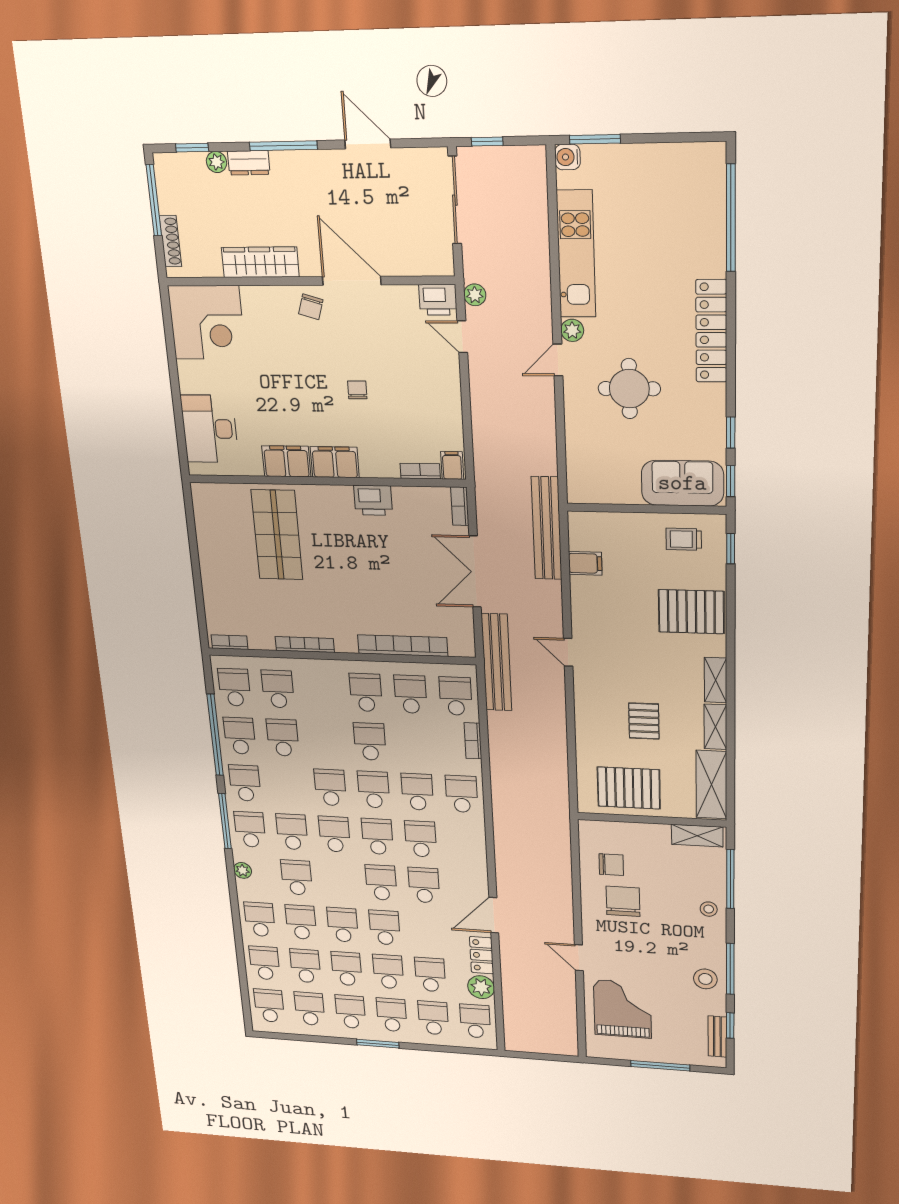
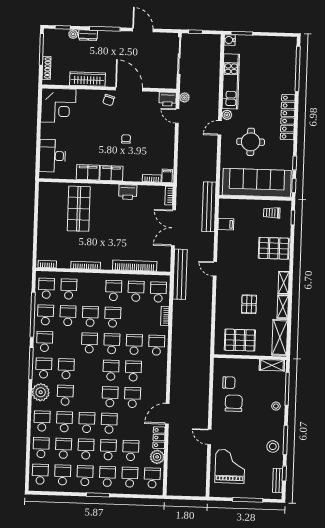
sofa: (682, 483) -> (257, 183), width x1.85, depth x1.27
school desk: (334, 834) -> (90, 316), moved
plant: (243, 870) -> (41, 392), width x1.88, depth x1.88

